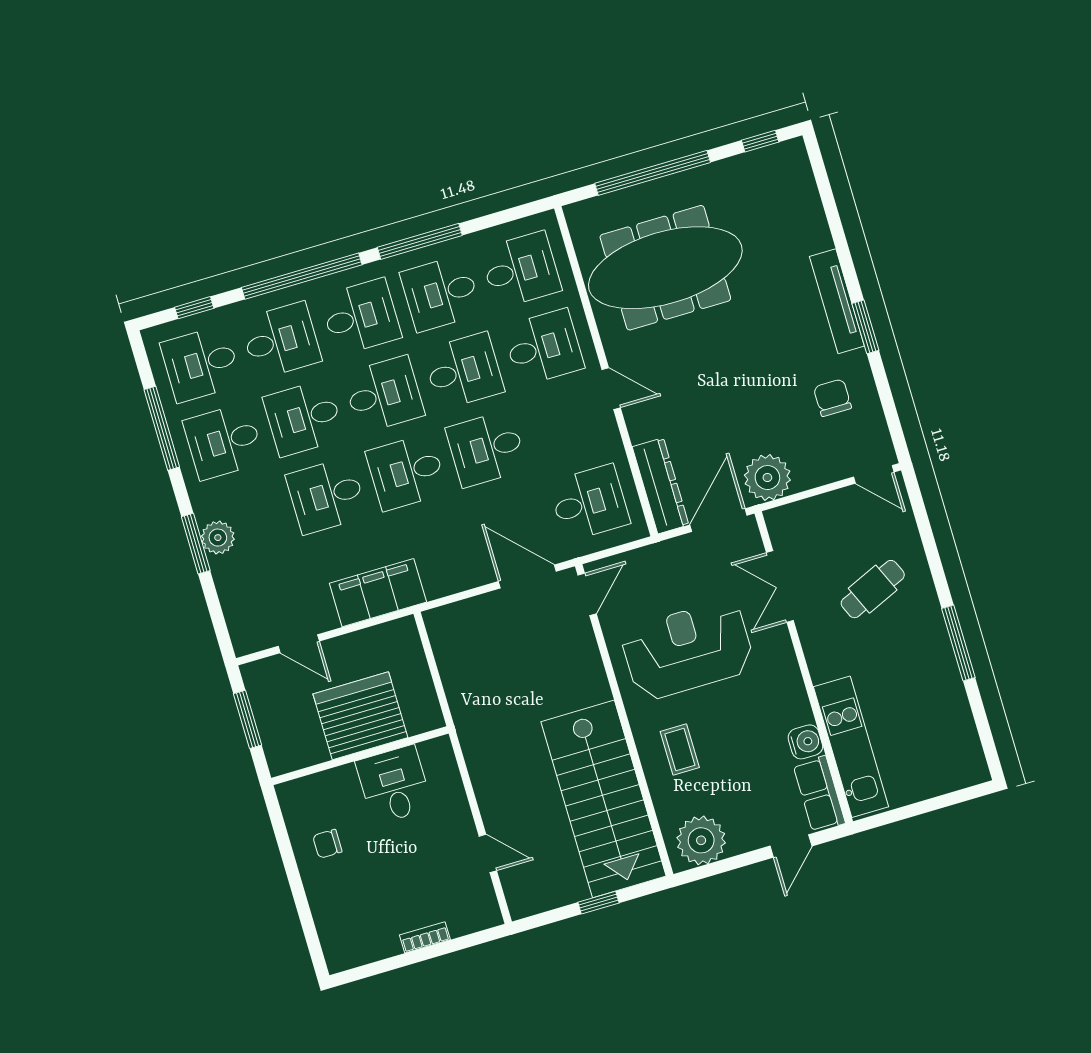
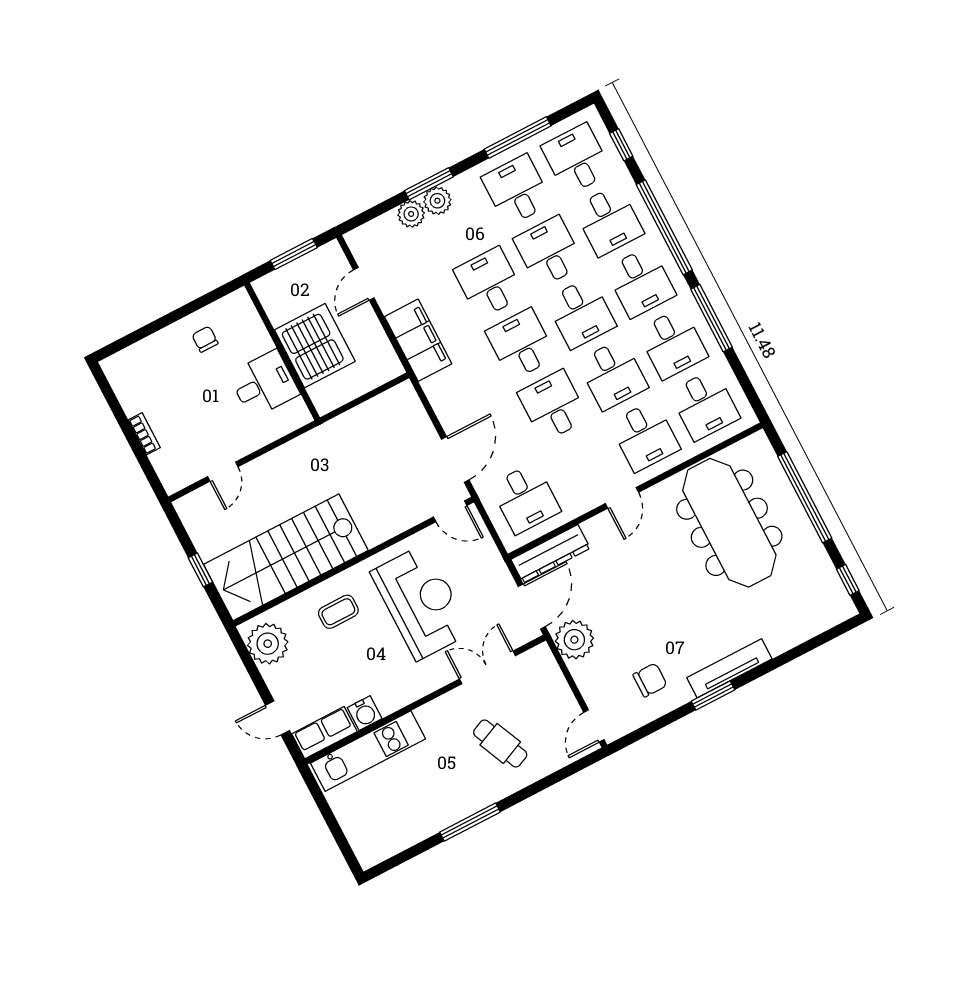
desk: (441, 293) -> (672, 343), turned 180
door: (718, 520) -> (532, 607), hinge flipped
plant: (227, 572) -> (411, 214), added

